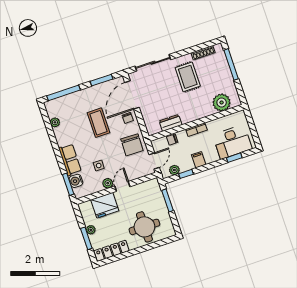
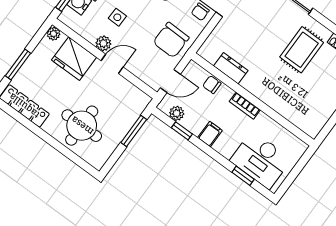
plant: (222, 102) -> (299, 113), removed
plant: (91, 230) -> (54, 34), moved

